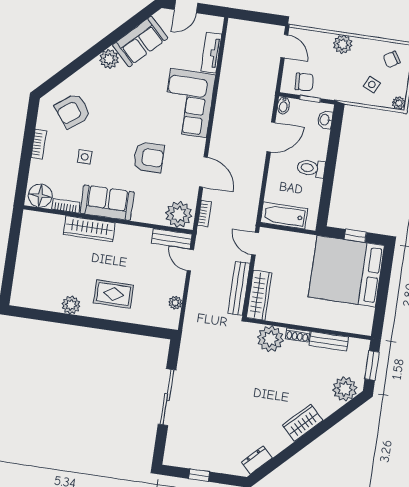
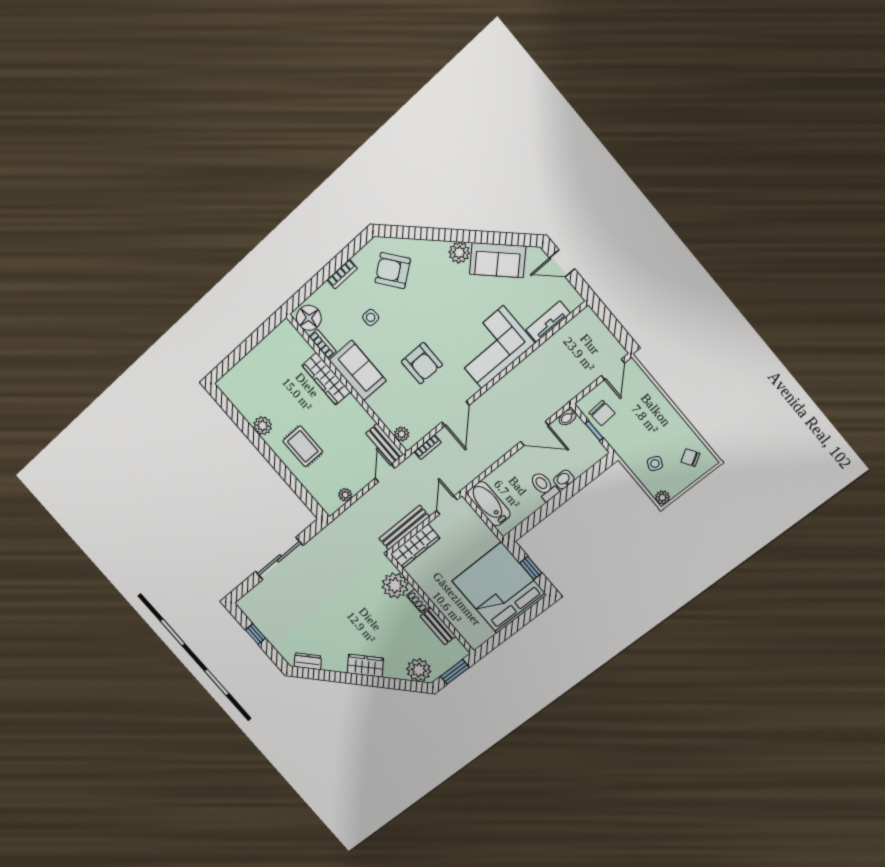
plant: (343, 44) -> (662, 410), removed
washbasin: (325, 120) -> (564, 480), moved
plant: (179, 215) -> (402, 434), width x0.53, depth x0.53

